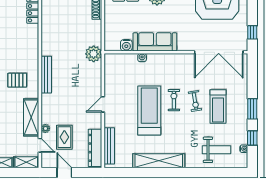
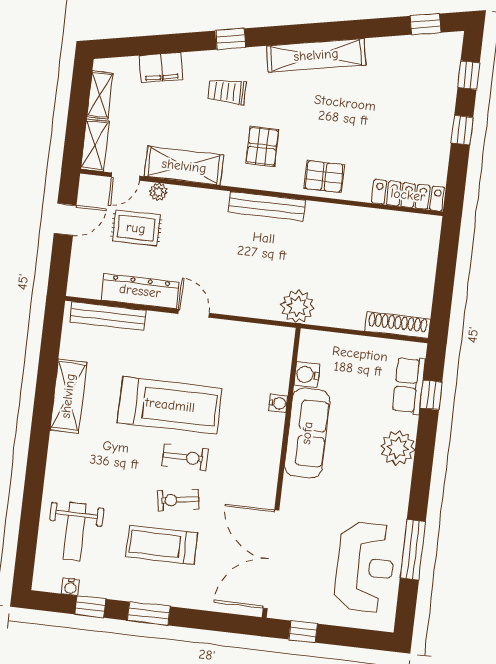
pallet: (28, 48) -> (324, 177), added
dresser: (95, 148) -> (140, 291), moved
shelving: (159, 161) -> (68, 396), width x0.68

